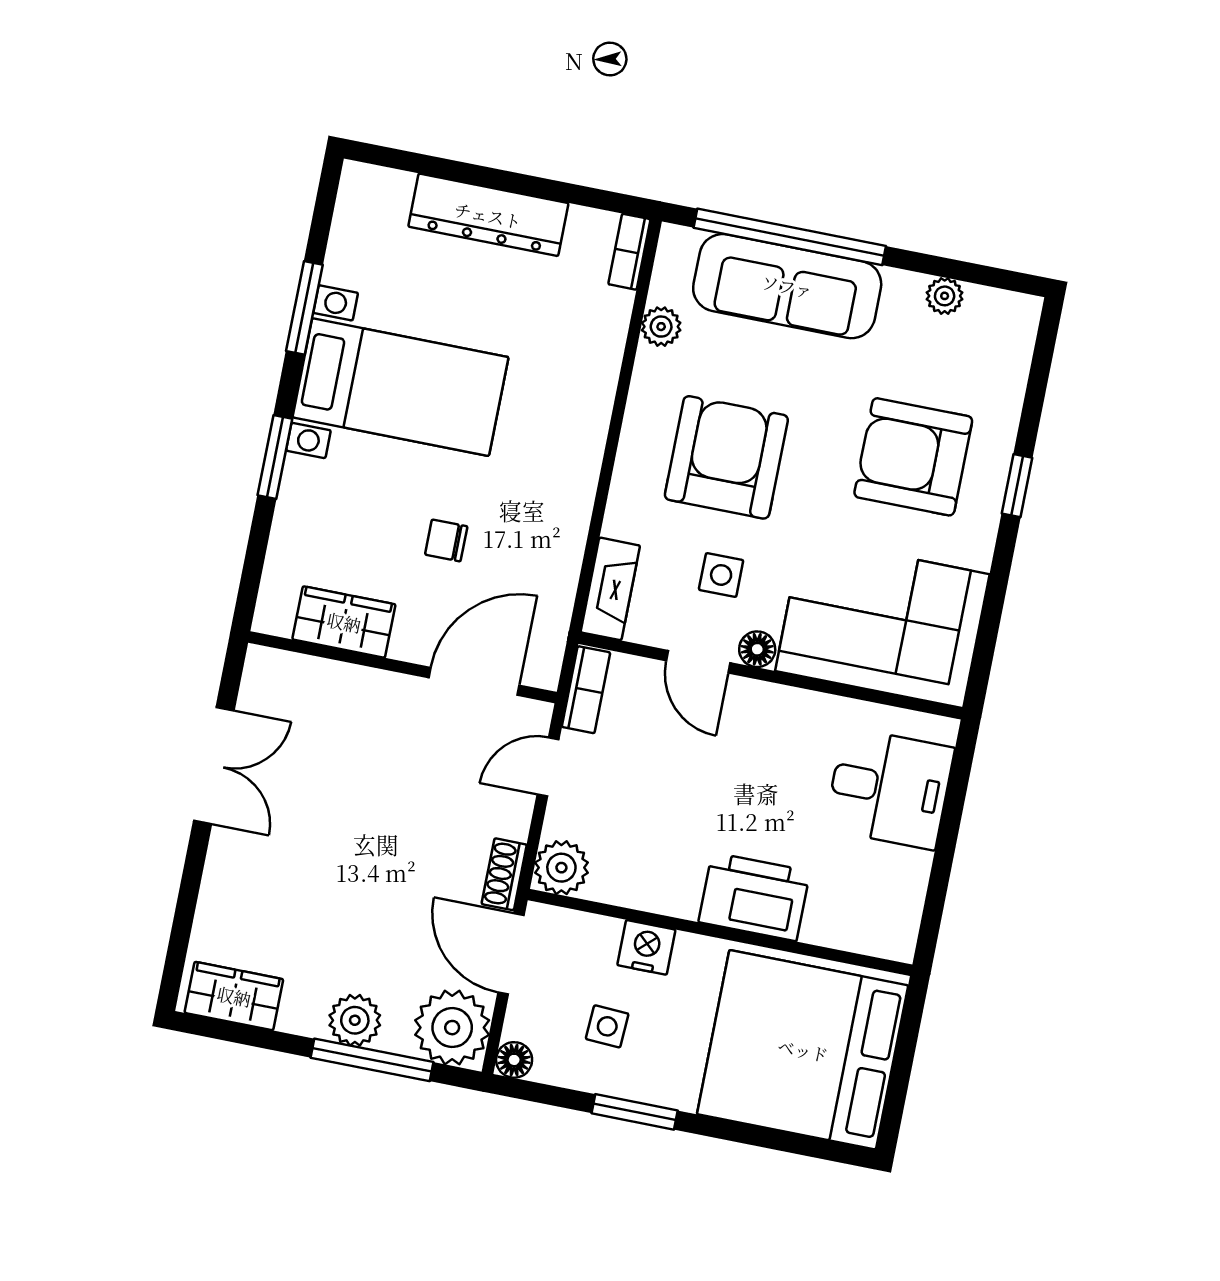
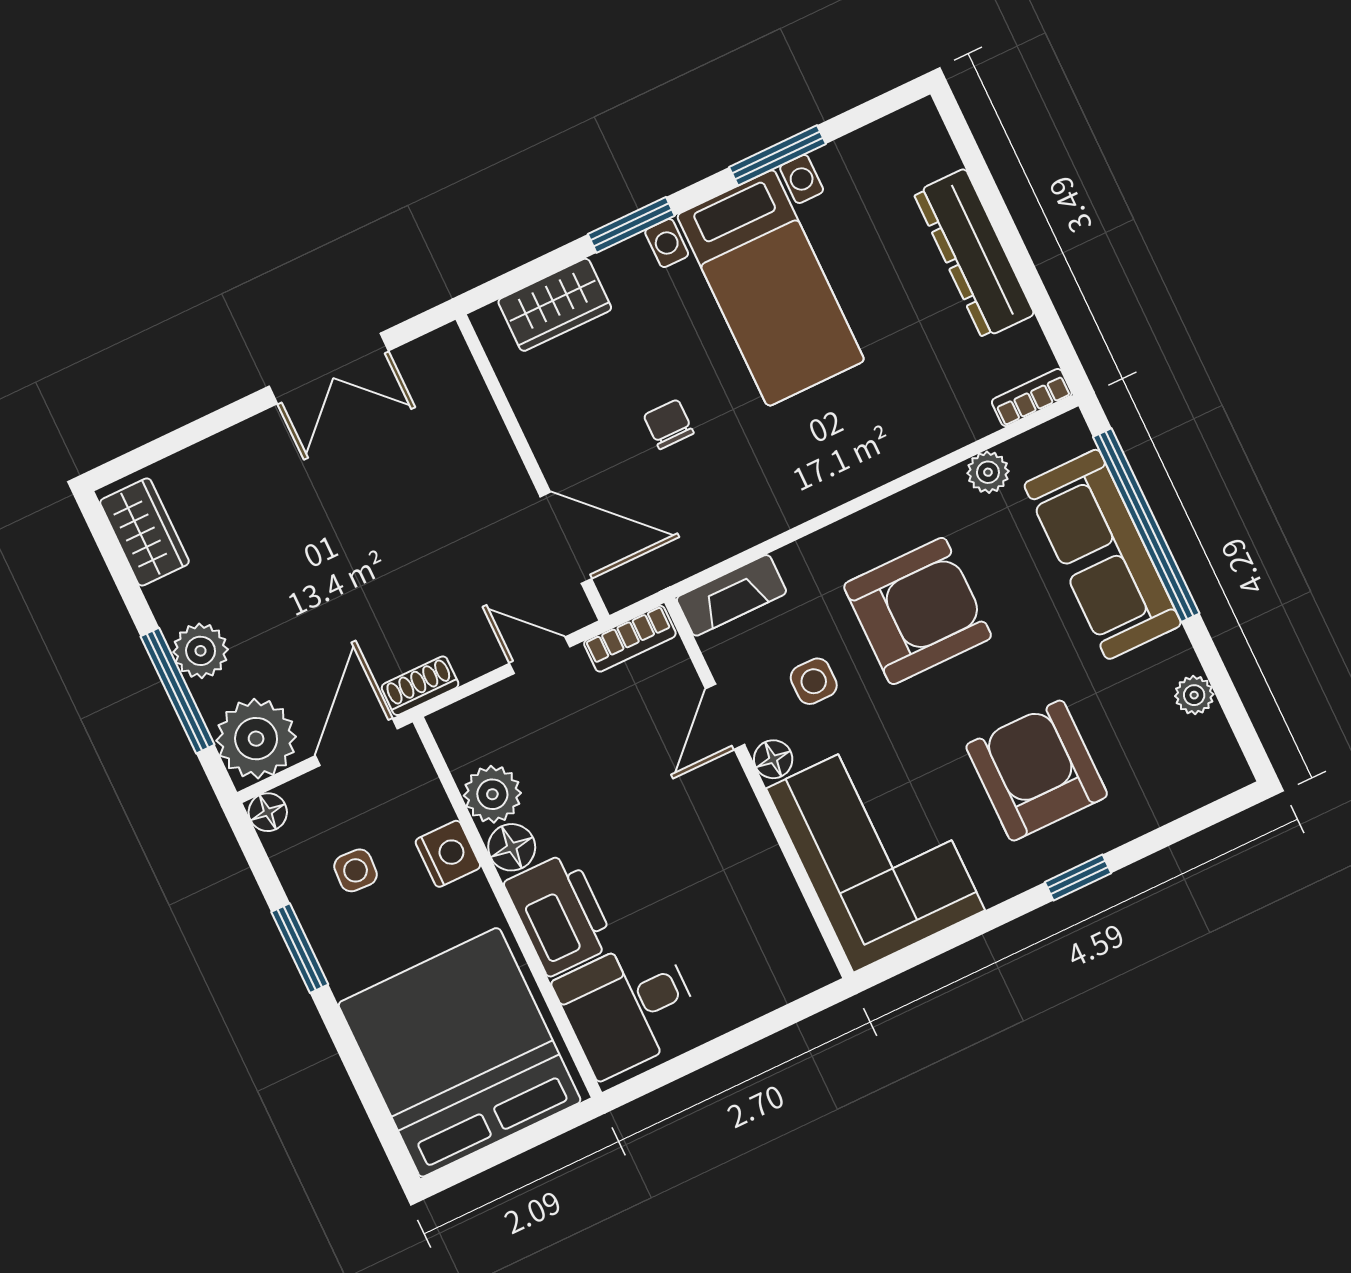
wardrobe: (344, 622) -> (555, 305), moved, turned 90
desk: (889, 788) -> (628, 1007), moved, turned 90
plant: (561, 868) -> (492, 794), moved
floor lamp: (677, 896) -> (512, 847), added

